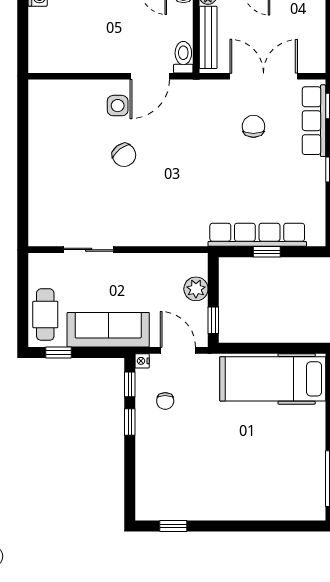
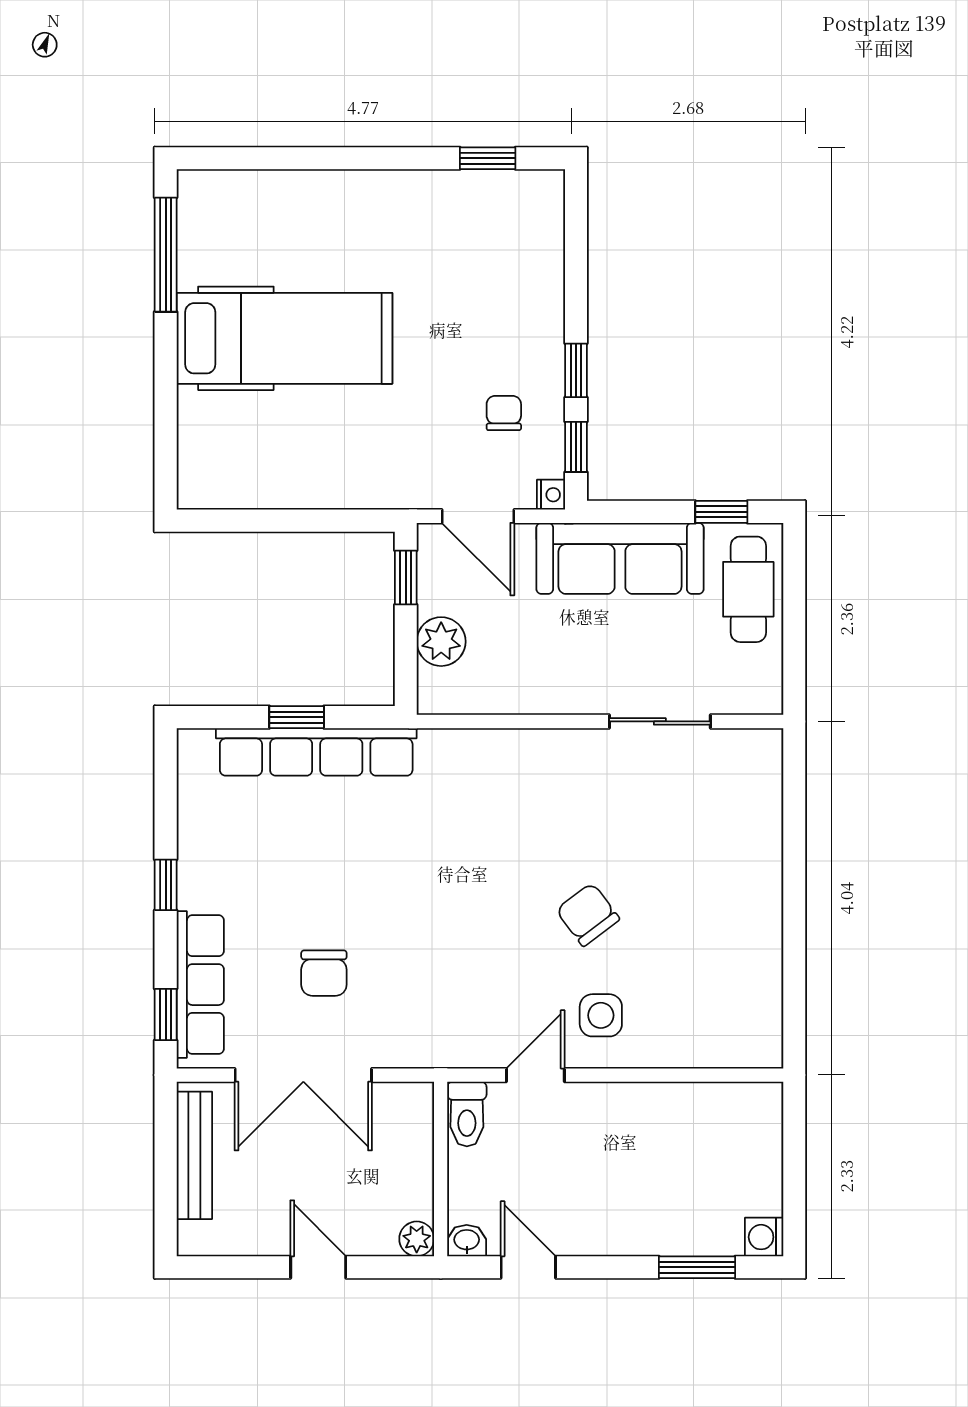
bench: (208, 37) -> (194, 1155), moved
door: (150, 76) -> (535, 1075), width x0.73
hospital bed: (273, 379) -> (284, 338), moved

